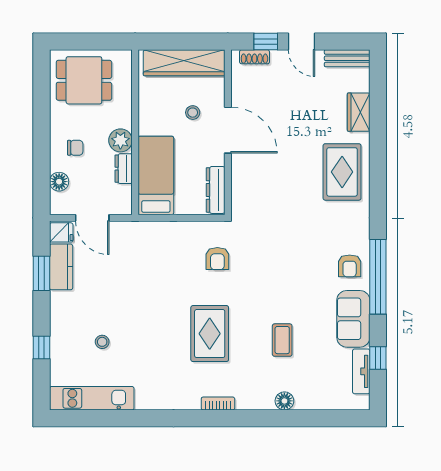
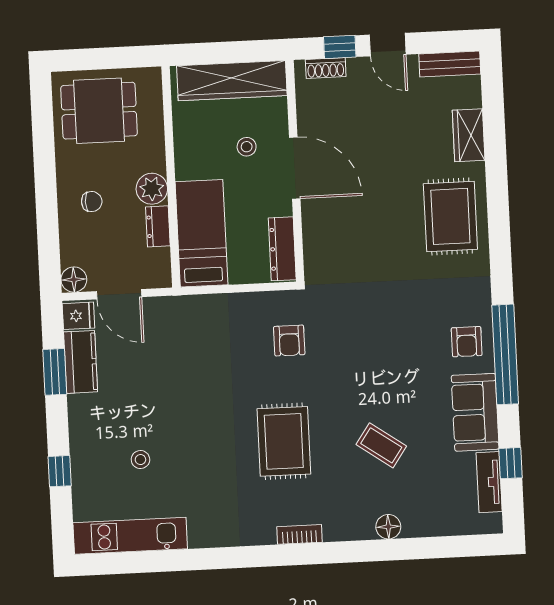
floor lamp: (59, 182) -> (74, 280), moved
coffee table: (282, 340) -> (381, 445), turned -55

